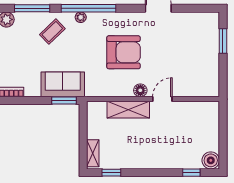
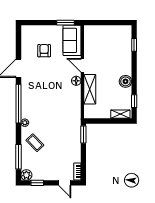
window: (88, 8) -> (18, 104), moved
window: (223, 41) -> (66, 23), moved
armchair: (124, 52) -> (44, 51), moved, width x0.53, depth x0.53
sofa: (63, 84) -> (72, 40), moved
boiler: (211, 160) -> (125, 81), moved

